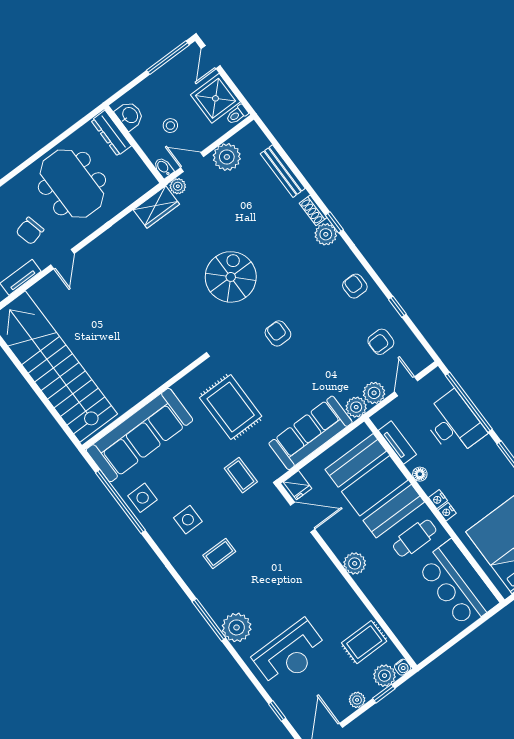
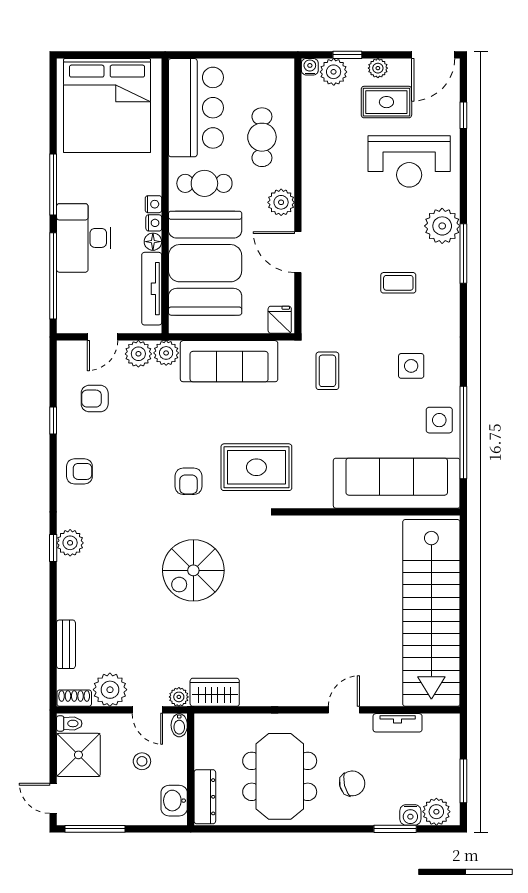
door: (211, 57) -> (53, 798), swing flipped
bench: (283, 171) -> (66, 644), width x0.73
shoe rack: (313, 210) -> (74, 698), moved, turned -90
chair: (30, 231) -> (352, 783), moved
armchair: (355, 286) -> (79, 471), turned -90
armchair: (381, 342) -> (95, 399), turned 180
rug: (231, 407) -> (256, 467), moved, turned 90
desk: (454, 424) -> (84, 238), moved
tv unit: (397, 442) -> (152, 289), width x1.41
nightstand: (447, 512) -> (154, 223), moved
door: (303, 517) -> (298, 252), moved
coffee table: (219, 553) -> (398, 283), moved
cafe table: (399, 597) -> (262, 137), added
rug: (364, 642) -> (386, 102), moved
reception desk: (290, 654) -> (409, 161), turned 180

